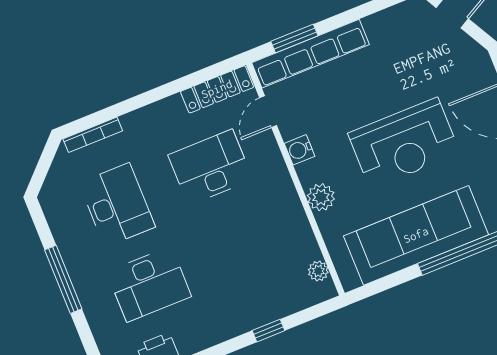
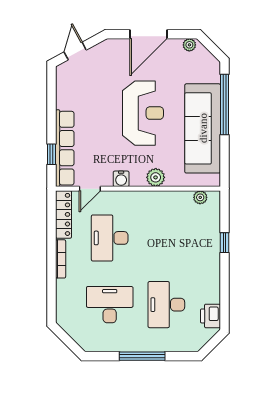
window: (294, 39) -> (51, 154), width x0.67
door: (268, 112) -> (90, 189), hinge flipped
bookcase: (93, 135) -> (61, 259), moved
desk: (149, 284) -> (166, 305), turned 180

